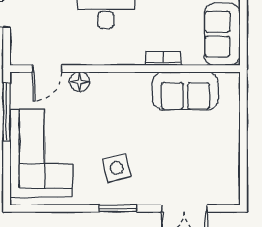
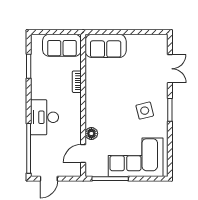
door: (47, 69) -> (83, 153), swing flipped
sofa: (185, 91) -> (106, 46), moved, turned 90

